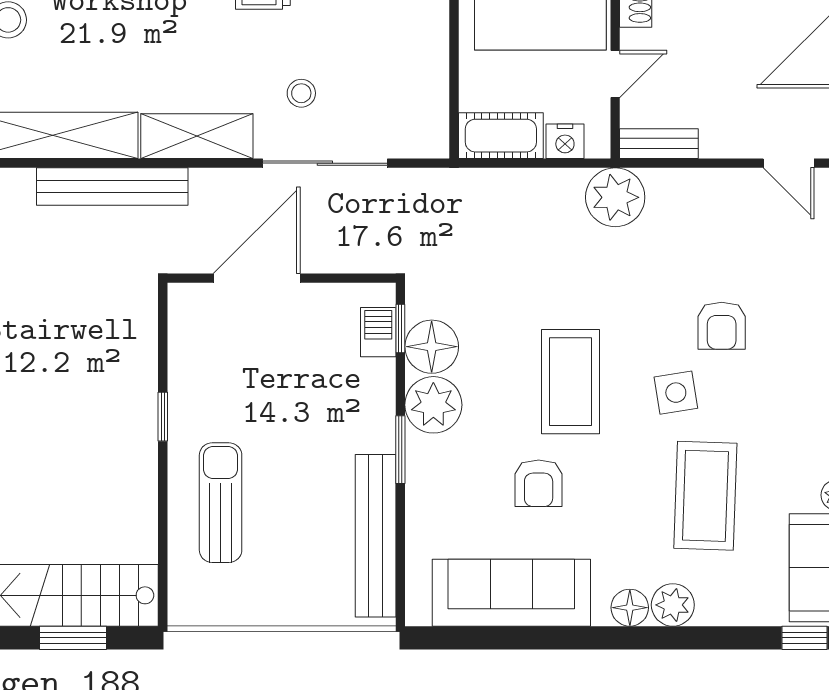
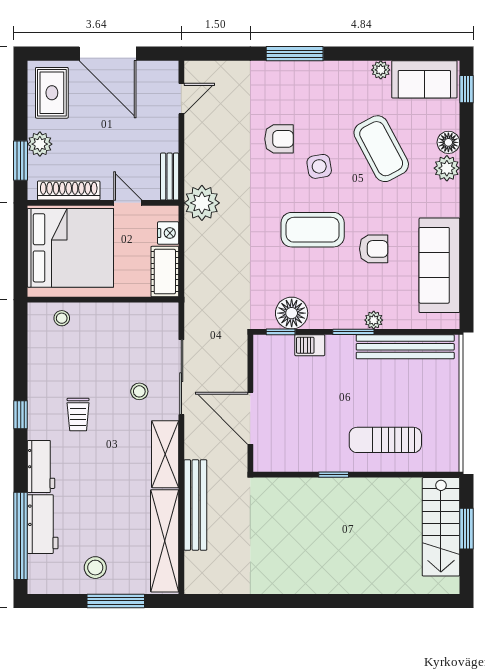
barbecue: (378, 332) -> (310, 345), moved
plant: (433, 405) -> (374, 320), moved, width x0.53, depth x0.53
coffee table: (705, 496) -> (381, 149), turned 60
floor lamp: (630, 608) -> (448, 142), moved

